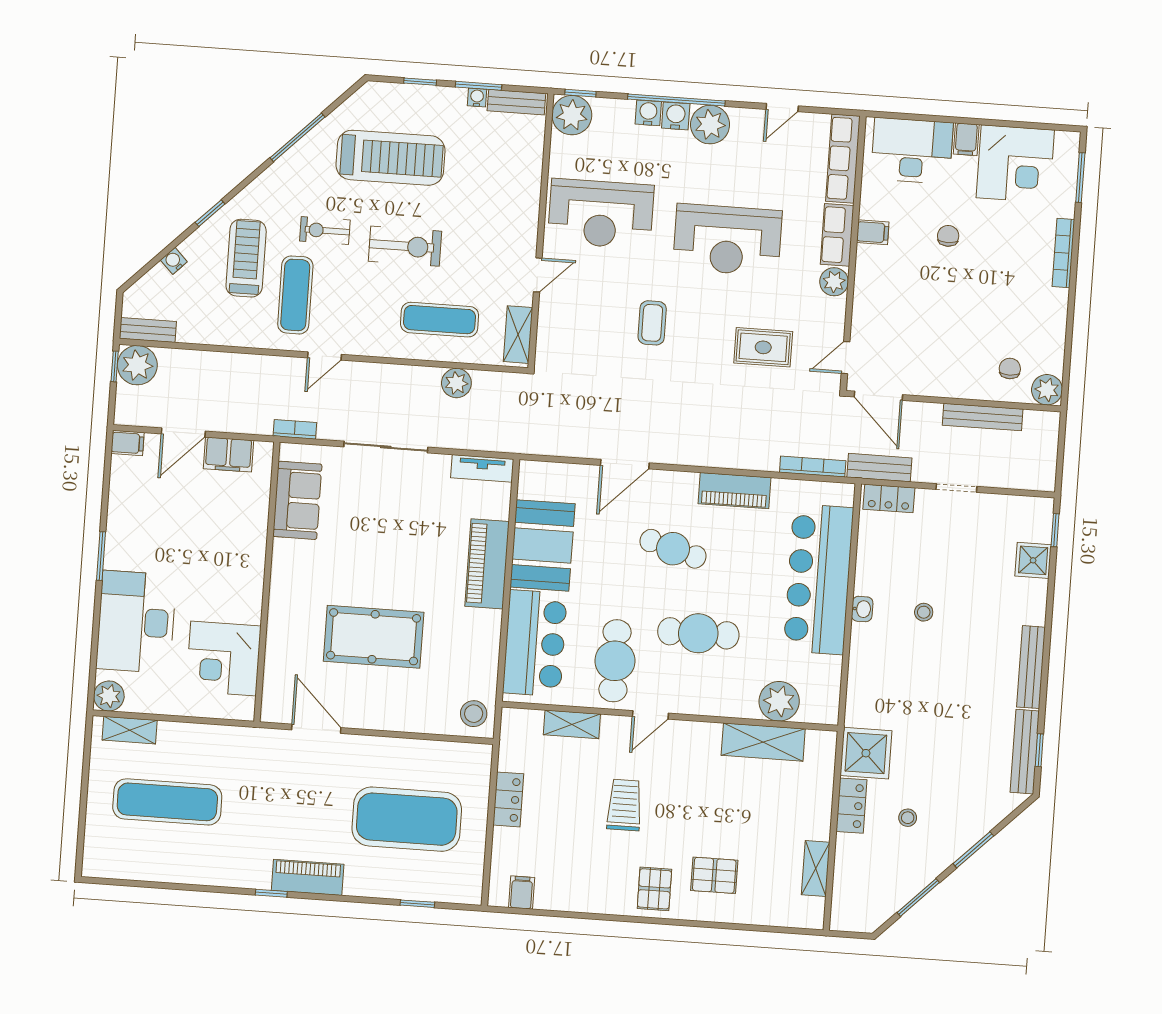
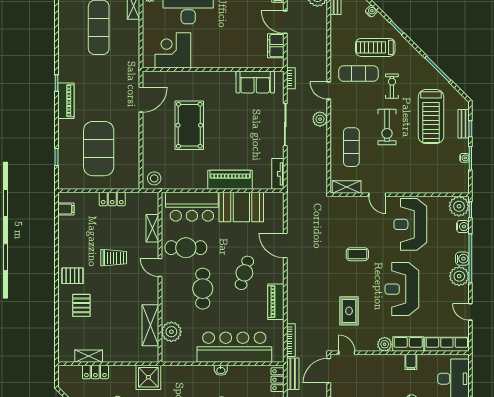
bench: (516, 102) -> (464, 124), moved
water cooler: (648, 113) -> (463, 227), moved
treadmill: (246, 258) -> (375, 47), turned 180
plant: (456, 383) -> (320, 119), moved
locker: (851, 806) -> (95, 372), moved

